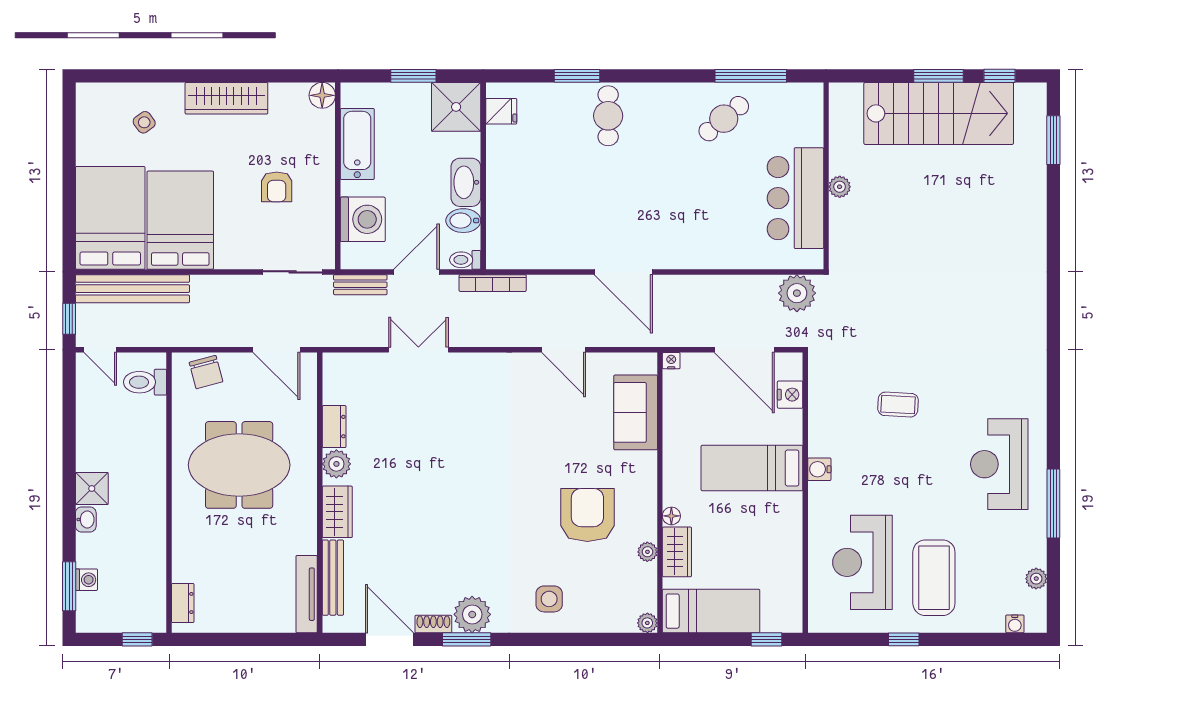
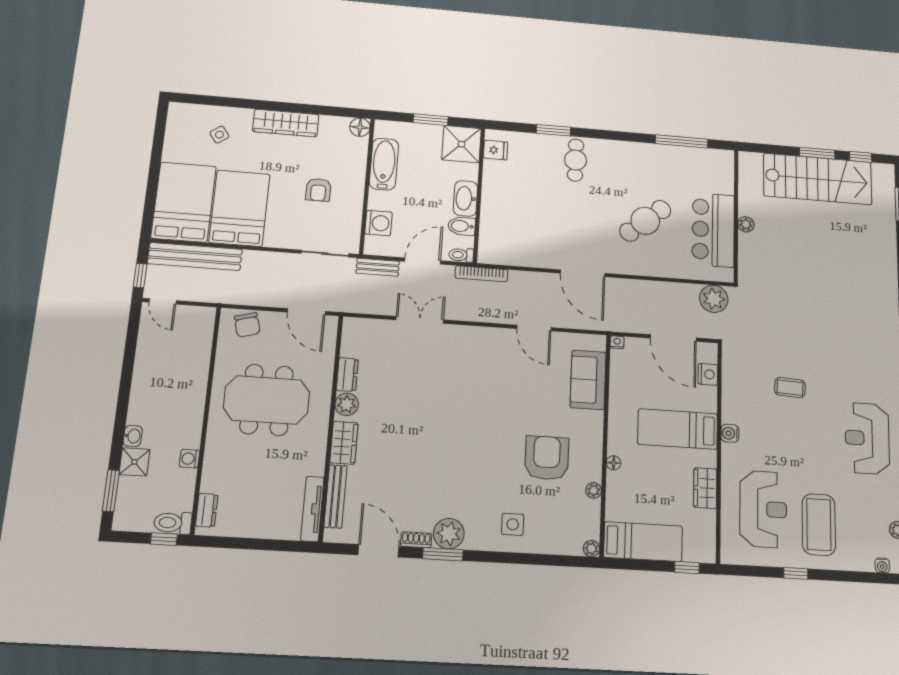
cafe table: (724, 119) -> (645, 221), moved, width x1.37, depth x1.35
washing machine: (363, 219) -> (379, 223), width x0.73, depth x0.73
toilet: (145, 382) -> (173, 523), moved
shower: (92, 488) -> (134, 462), moved
wardrobe: (677, 552) -> (705, 488), moved, turned 180
reception desk: (862, 562) -> (763, 509), turned 180
washing machine: (86, 580) -> (190, 459), moved, turned 180

